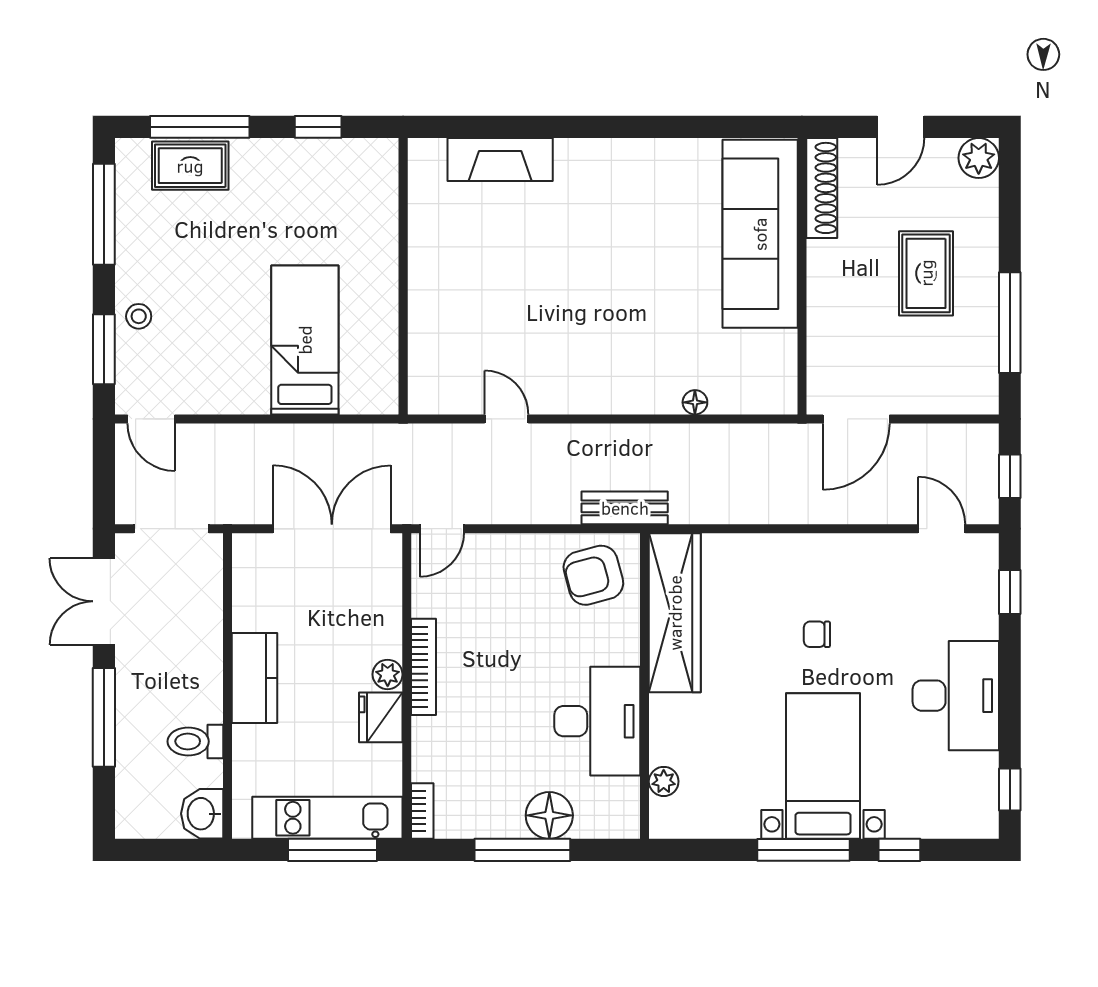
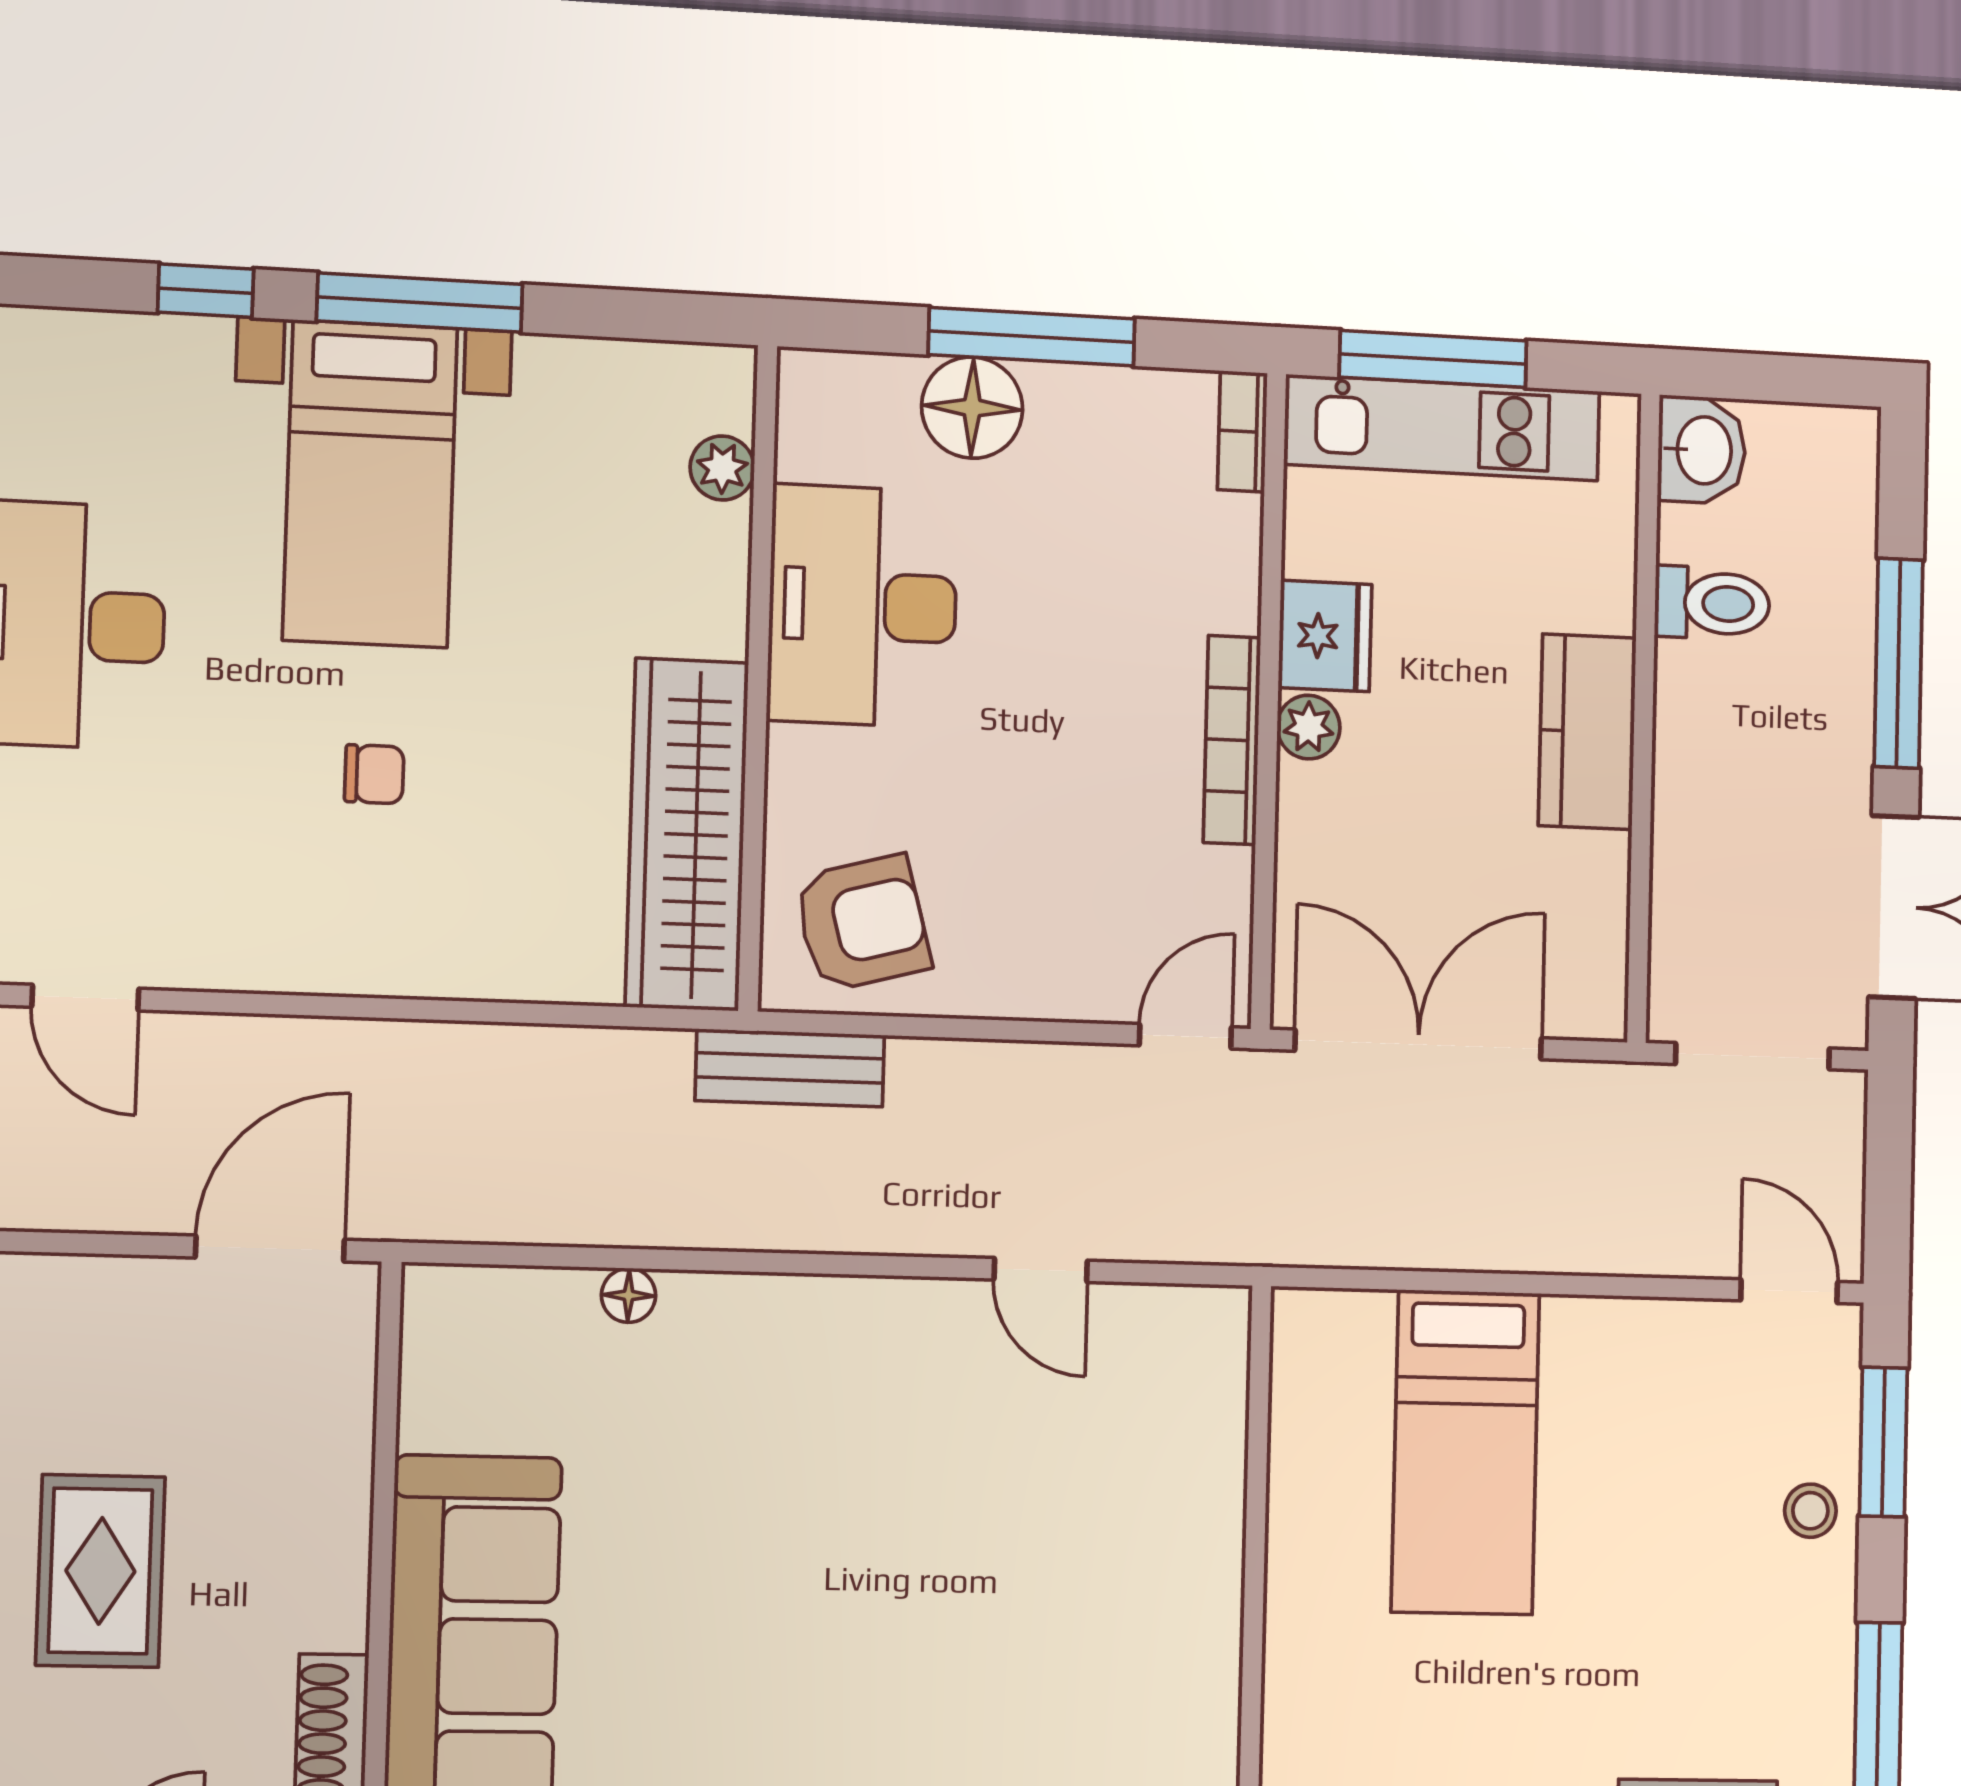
double door: (332, 529) -> (1418, 1044), swing flipped

